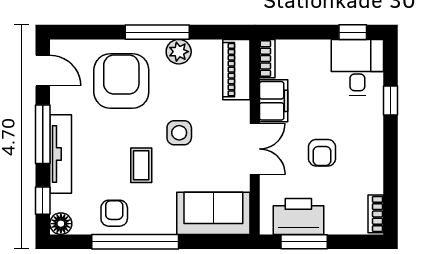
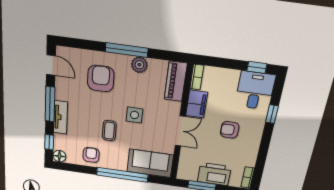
armchair: (121, 81) -> (101, 79), width x0.73, depth x0.73
armchair: (322, 153) -> (230, 130), moved, turned 90
tv unit: (61, 154) -> (61, 117), width x0.71
printer: (298, 216) -> (214, 174), moved
window: (135, 242) -> (122, 175), moved

